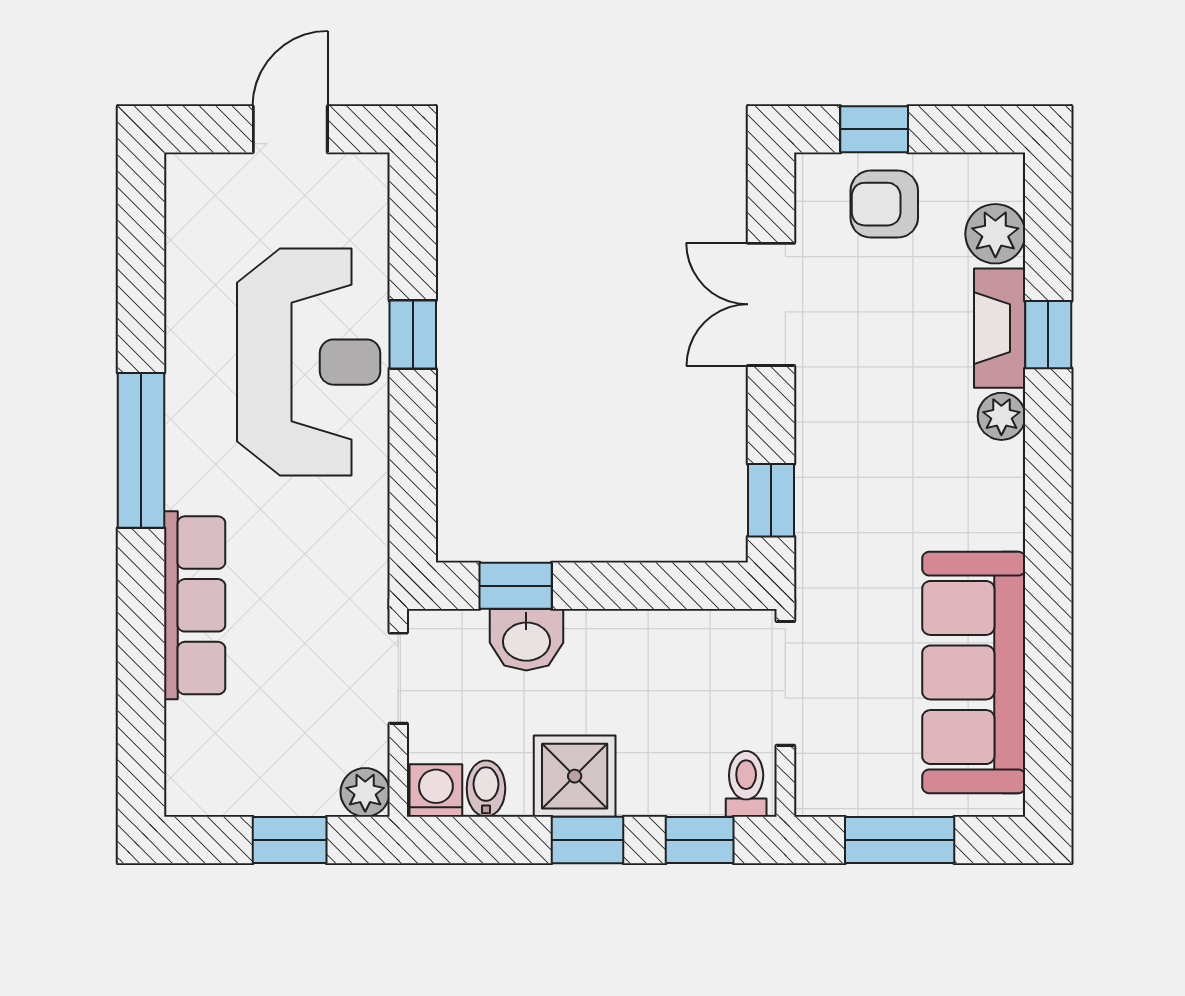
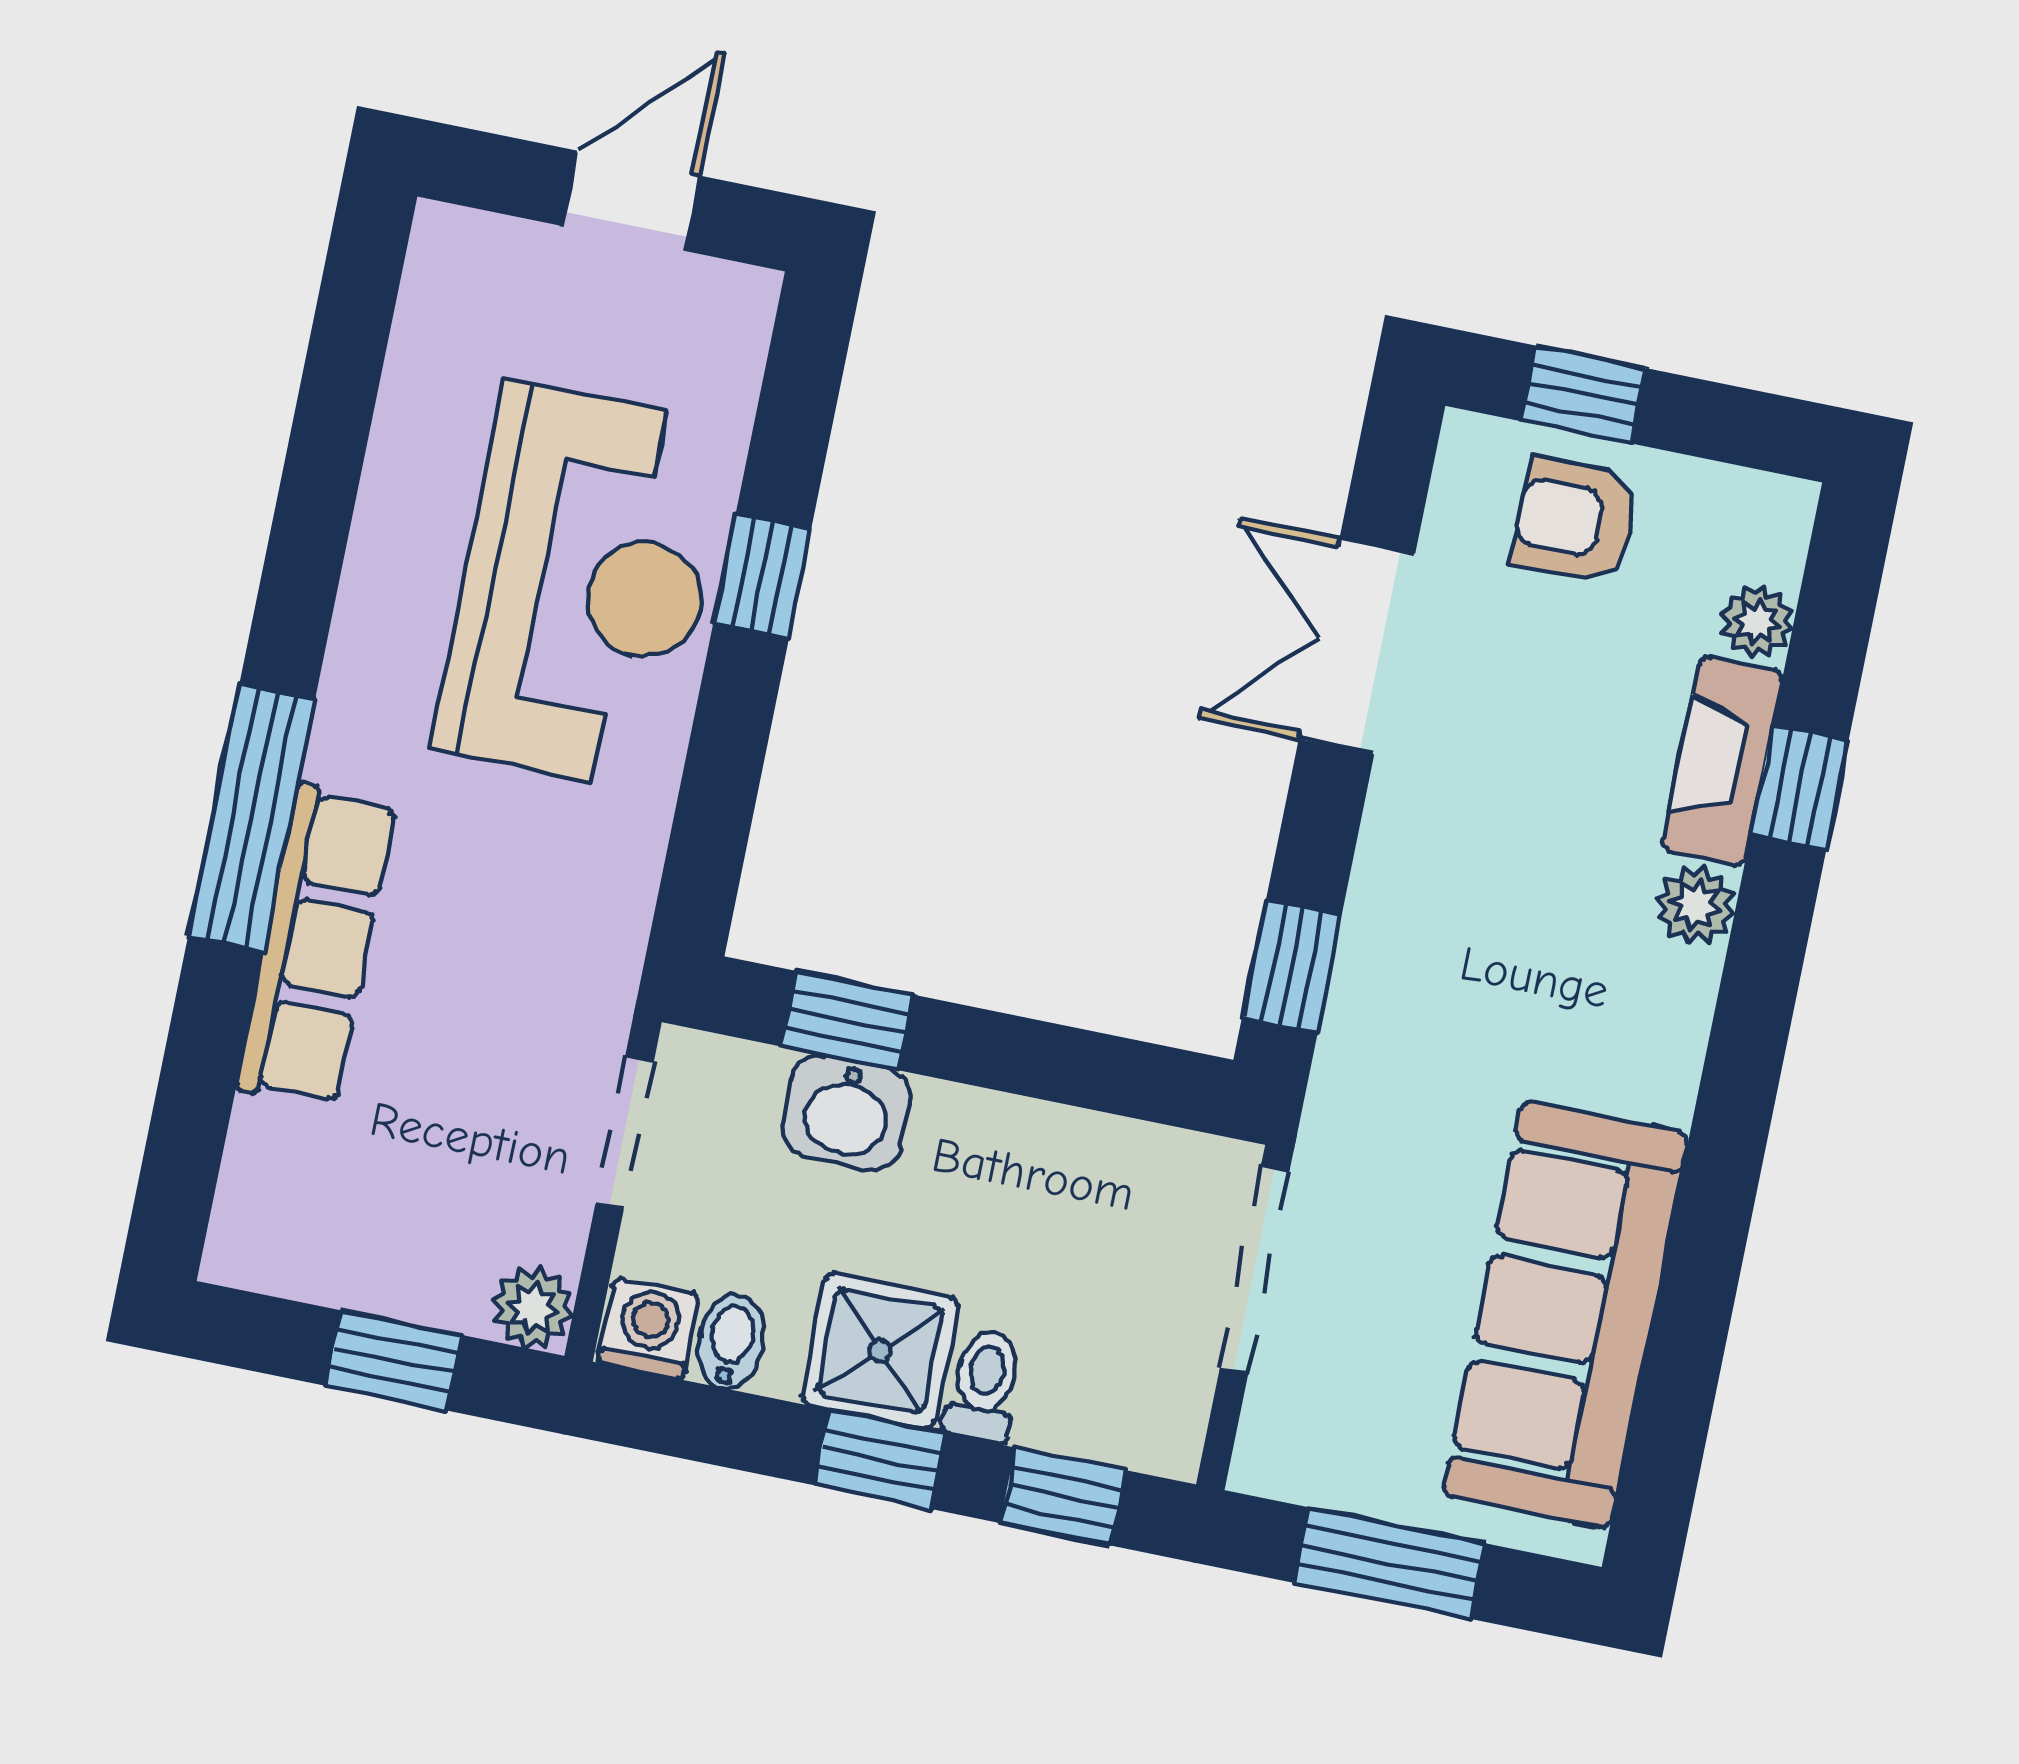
plant: (995, 234) -> (1757, 622), width x0.73, depth x0.73
window: (141, 450) -> (252, 817), moved
toilet: (746, 784) -> (984, 1385), moved

